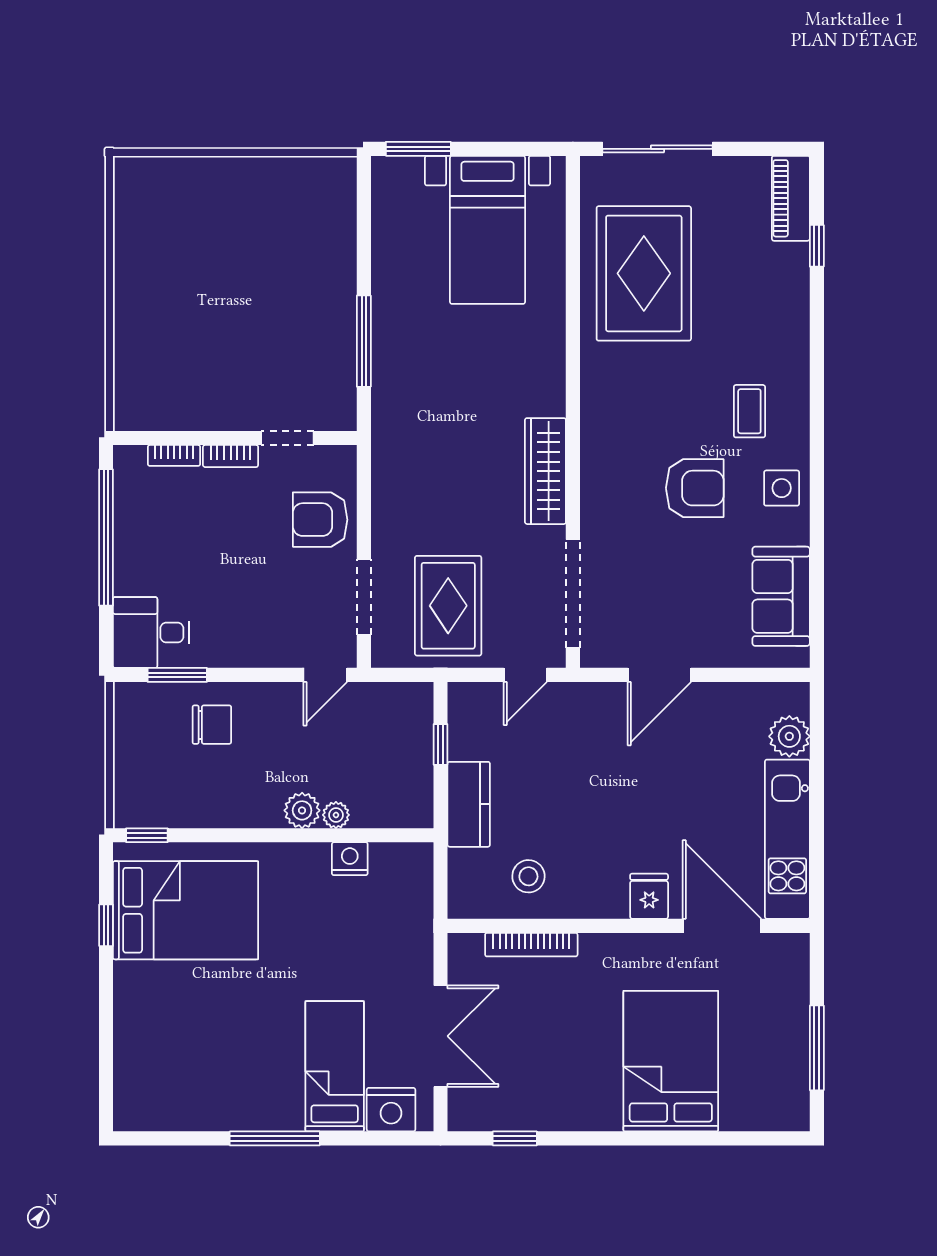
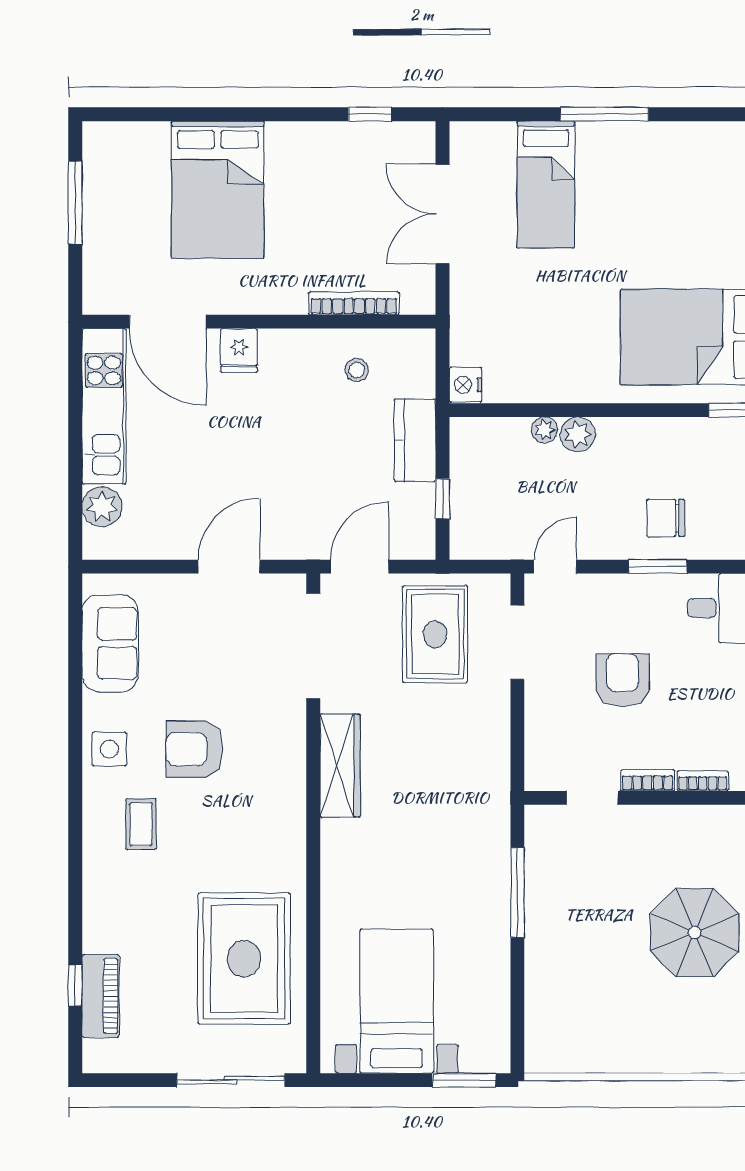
piano: (791, 198) -> (101, 996), moved
parasol: (182, 300) -> (695, 933), added
armchair: (320, 520) -> (623, 680), moved, turned -90
window: (177, 675) -> (658, 567), moved
door: (525, 675) -> (360, 567), width x1.38
nightstand: (350, 859) -> (465, 385), moved, turned 90
stool: (528, 876) -> (357, 370), width x0.73, depth x0.73
nightstand: (391, 1110) -> (491, 142), removed

